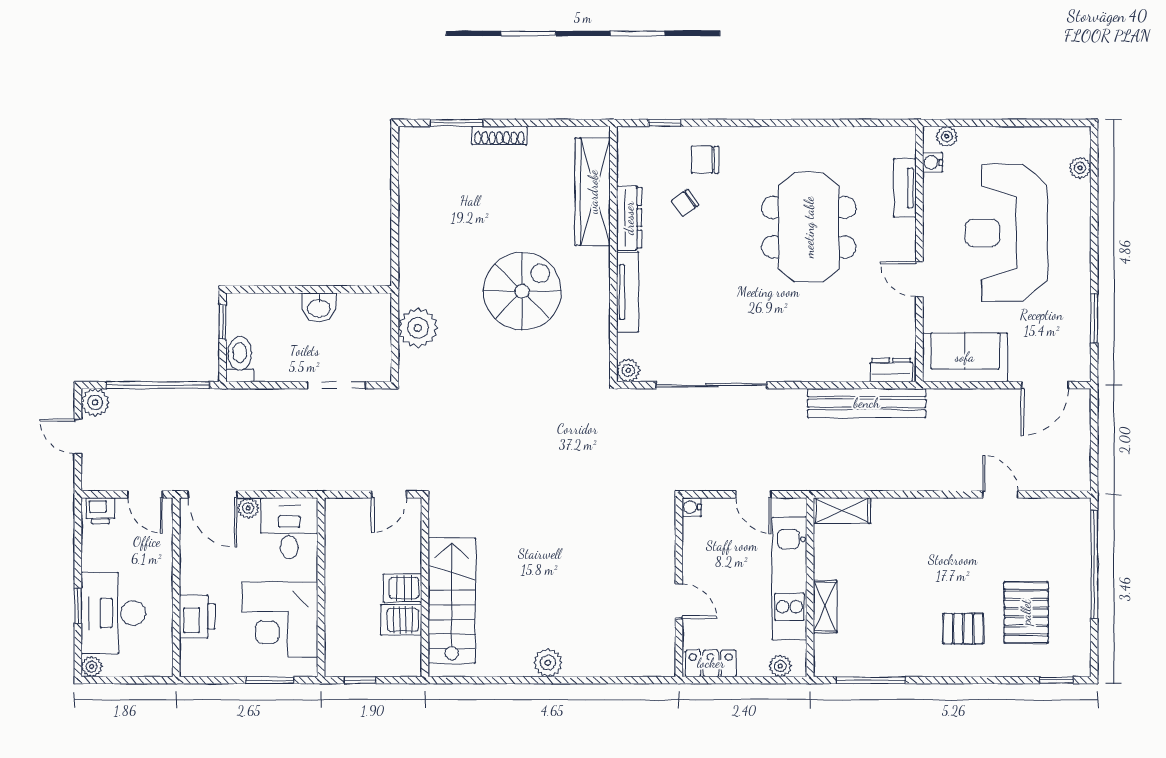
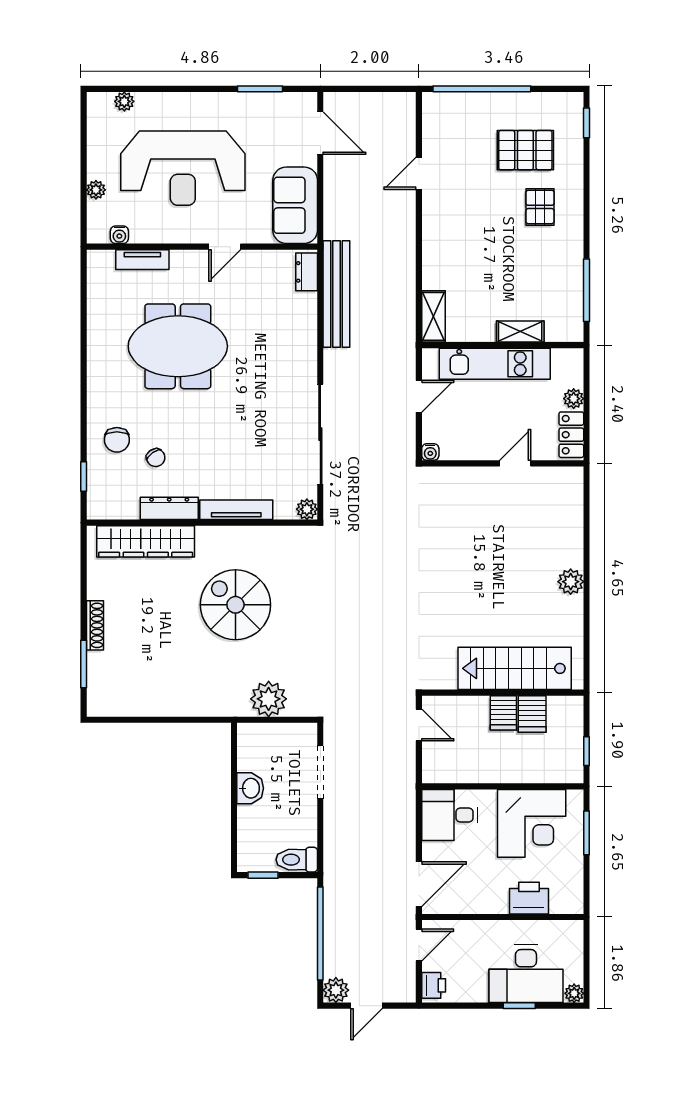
plant: (947, 136) -> (96, 190), moved
plant: (248, 508) -> (431, 852), removed
plant: (780, 666) -> (574, 399), moved

